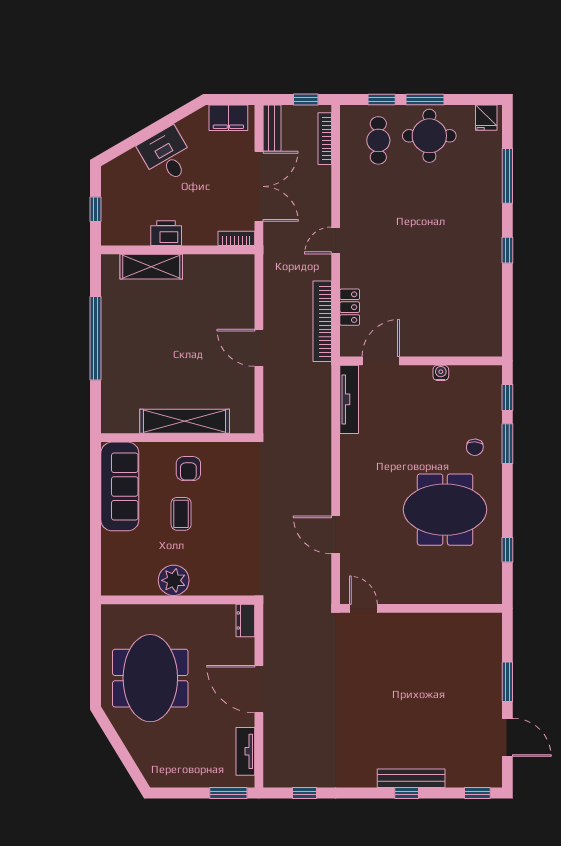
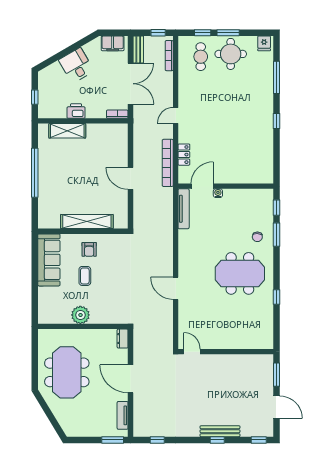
water cooler: (441, 373) -> (218, 193), moved
door: (363, 608) -> (192, 352), moved
wall: (421, 608) -> (226, 352), moved

